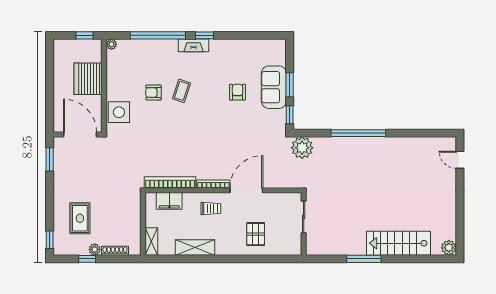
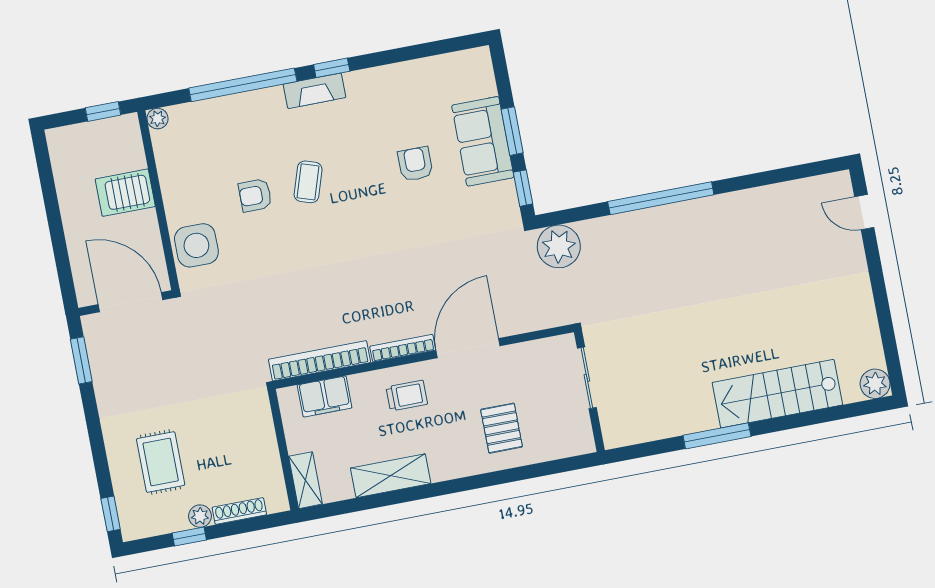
server rack: (88, 79) -> (125, 193), width x0.63

